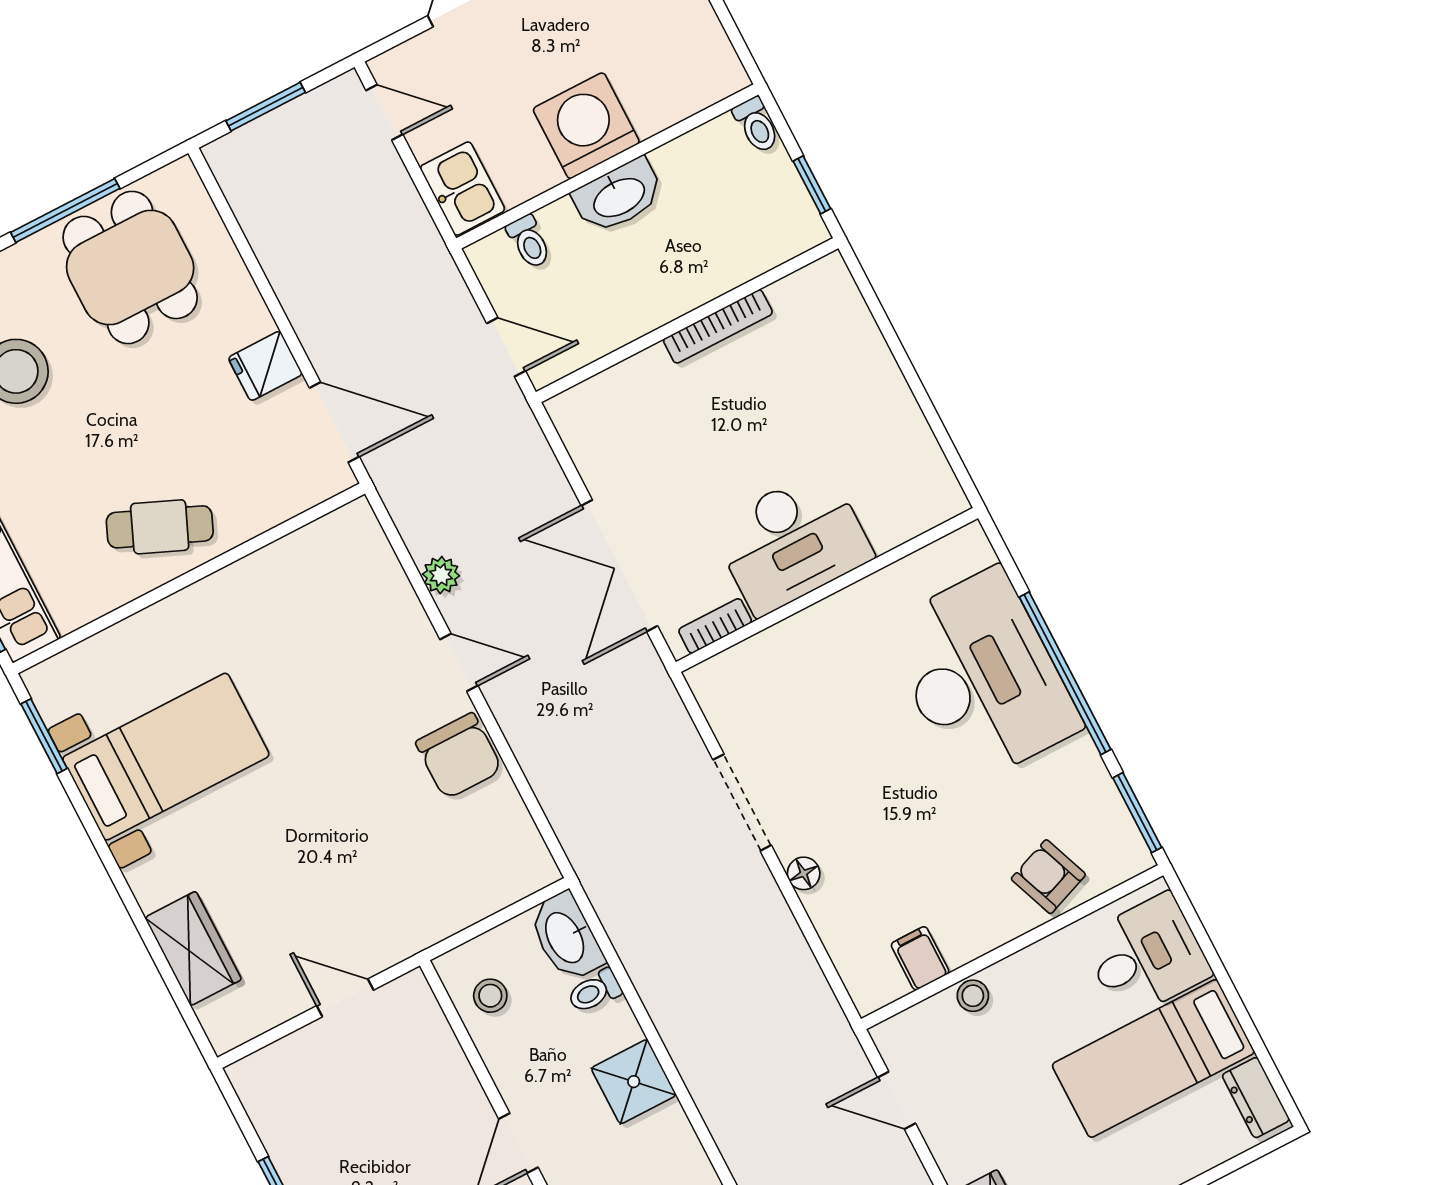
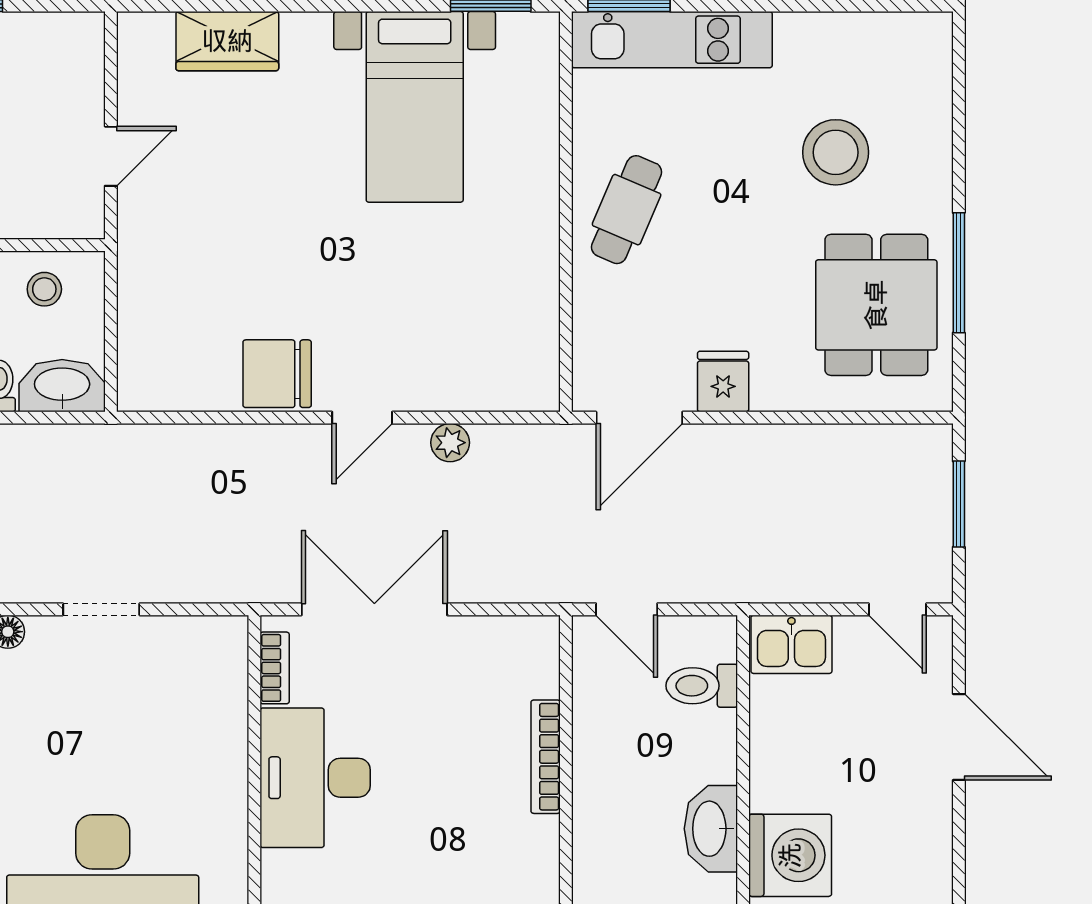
door: (384, 112) -> (897, 609), hinge flipped
washing machine: (586, 126) -> (790, 855), moved
washbasin: (618, 196) -> (711, 829), moved
toilet: (529, 242) -> (702, 686), width x1.37, depth x1.39
dining table: (130, 267) -> (876, 305), turned 90
bookcase: (718, 326) -> (546, 757), moved
door: (506, 347) -> (627, 609), hinge flipped
doorway: (742, 802) -> (101, 609), width x0.73

